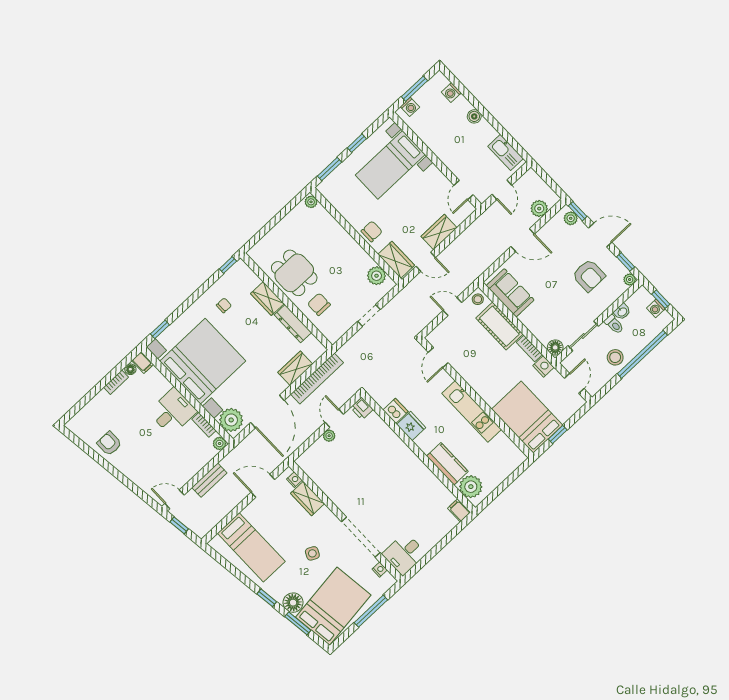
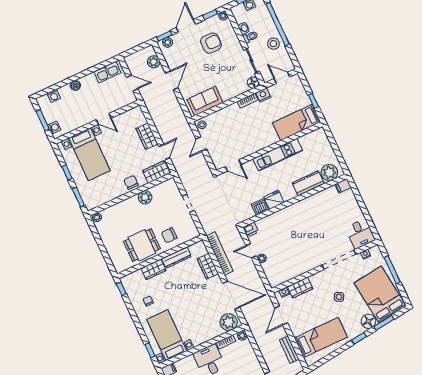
door: (463, 190) -> (104, 119), moved
plant: (377, 276) -> (145, 197), moved
cot: (499, 326) -> (225, 116), removed
bed with nightstands: (203, 361) -> (167, 335), width x0.54
bed: (527, 417) -> (297, 122), width x0.67
bench: (209, 480) -> (289, 350), moved

